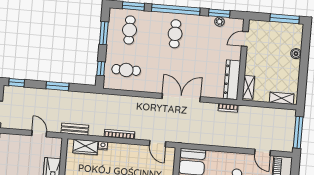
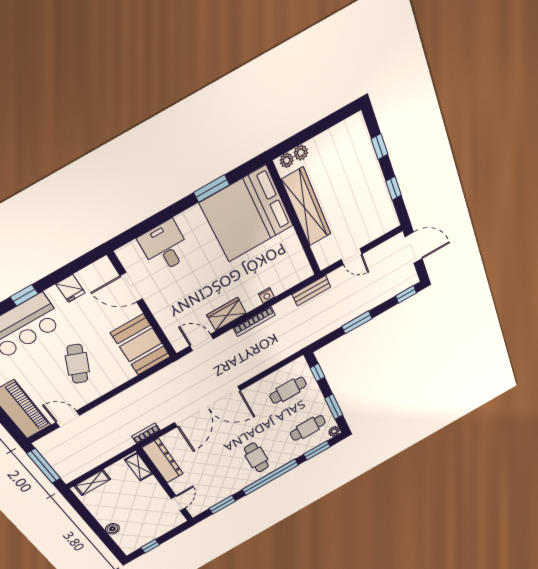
window: (285, 19) -> (150, 546), width x0.46
plant: (219, 22) -> (334, 431), moved
cafe table: (130, 30) -> (308, 428), turned 90
double door: (181, 98) -> (207, 407), width x1.36
wardrobe: (85, 147) -> (227, 314), moved

